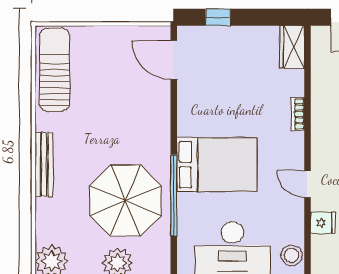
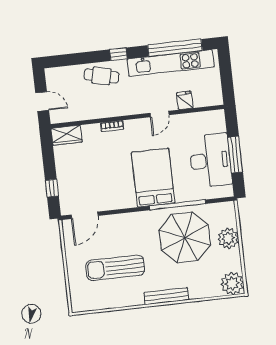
sun lounger: (55, 70) -> (115, 268), moved
stool: (292, 255) -> (210, 119), removed

